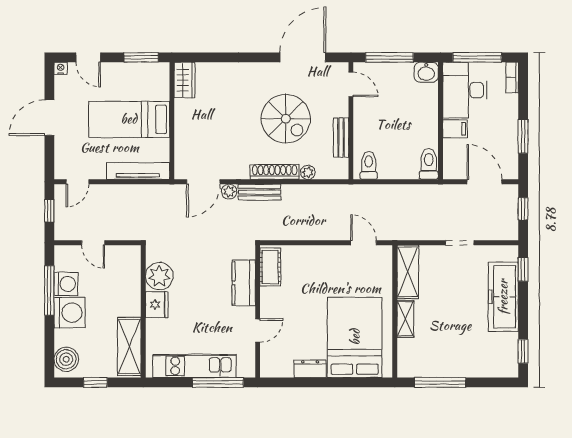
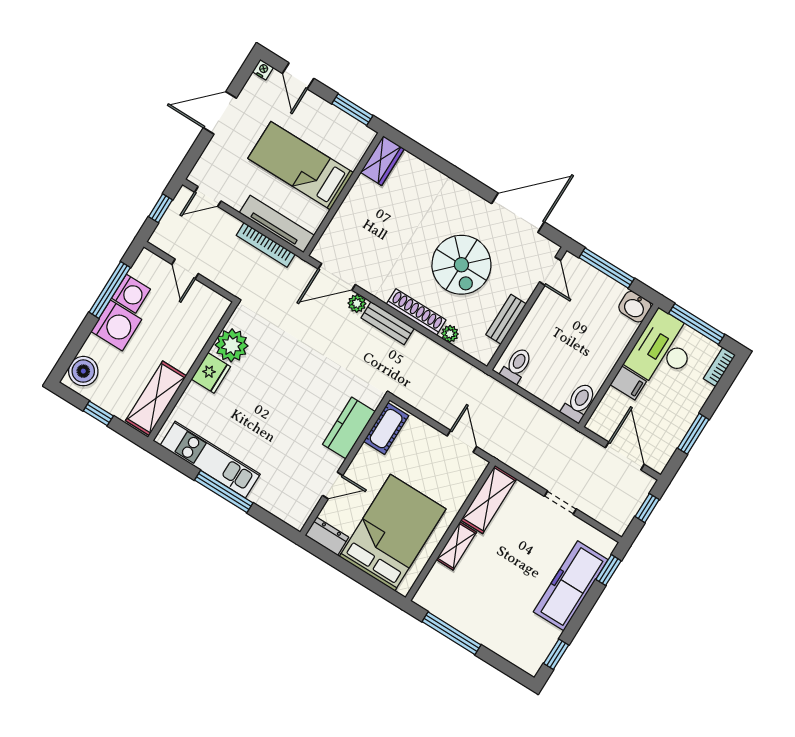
bookcase: (139, 190) -> (266, 245), added
cot: (270, 267) -> (386, 429), moved
kitchen counter: (244, 283) -> (349, 428), moved
wall: (258, 311) -> (345, 466), moved
door: (258, 331) -> (333, 486), moved

